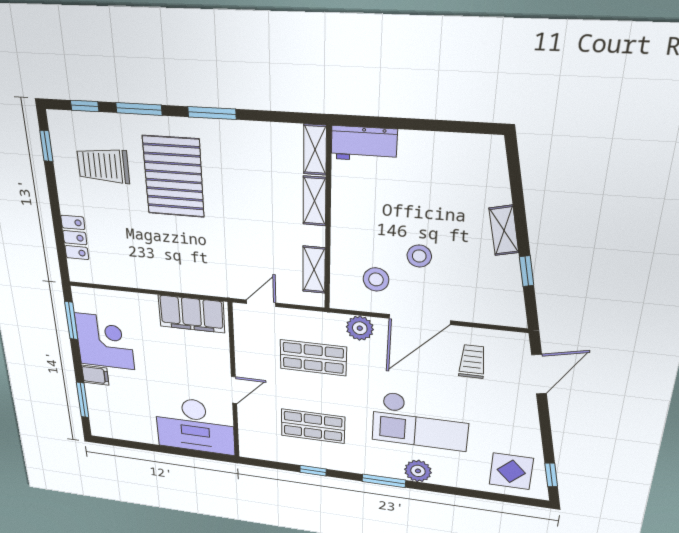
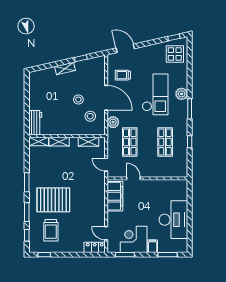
locker: (75, 238) -> (95, 247), moved
door: (111, 288) -> (106, 233), added
door: (234, 390) -> (133, 178), moved
desk: (195, 425) -> (173, 220), moved

